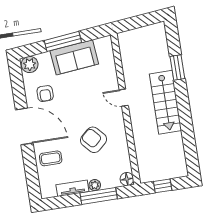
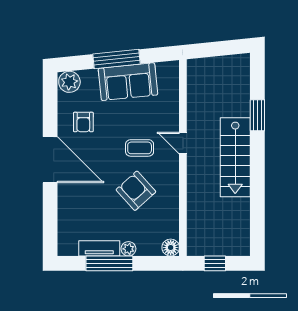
coffee table: (51, 158) -> (140, 148), moved
window: (99, 196) -> (109, 263), moved

